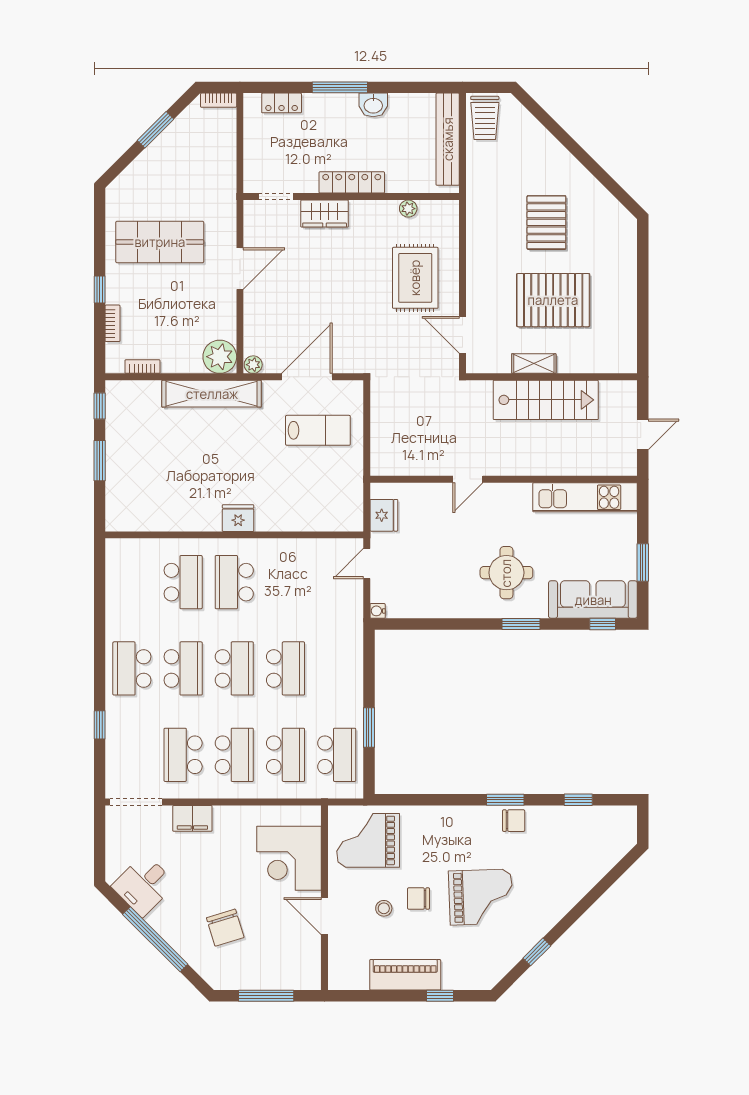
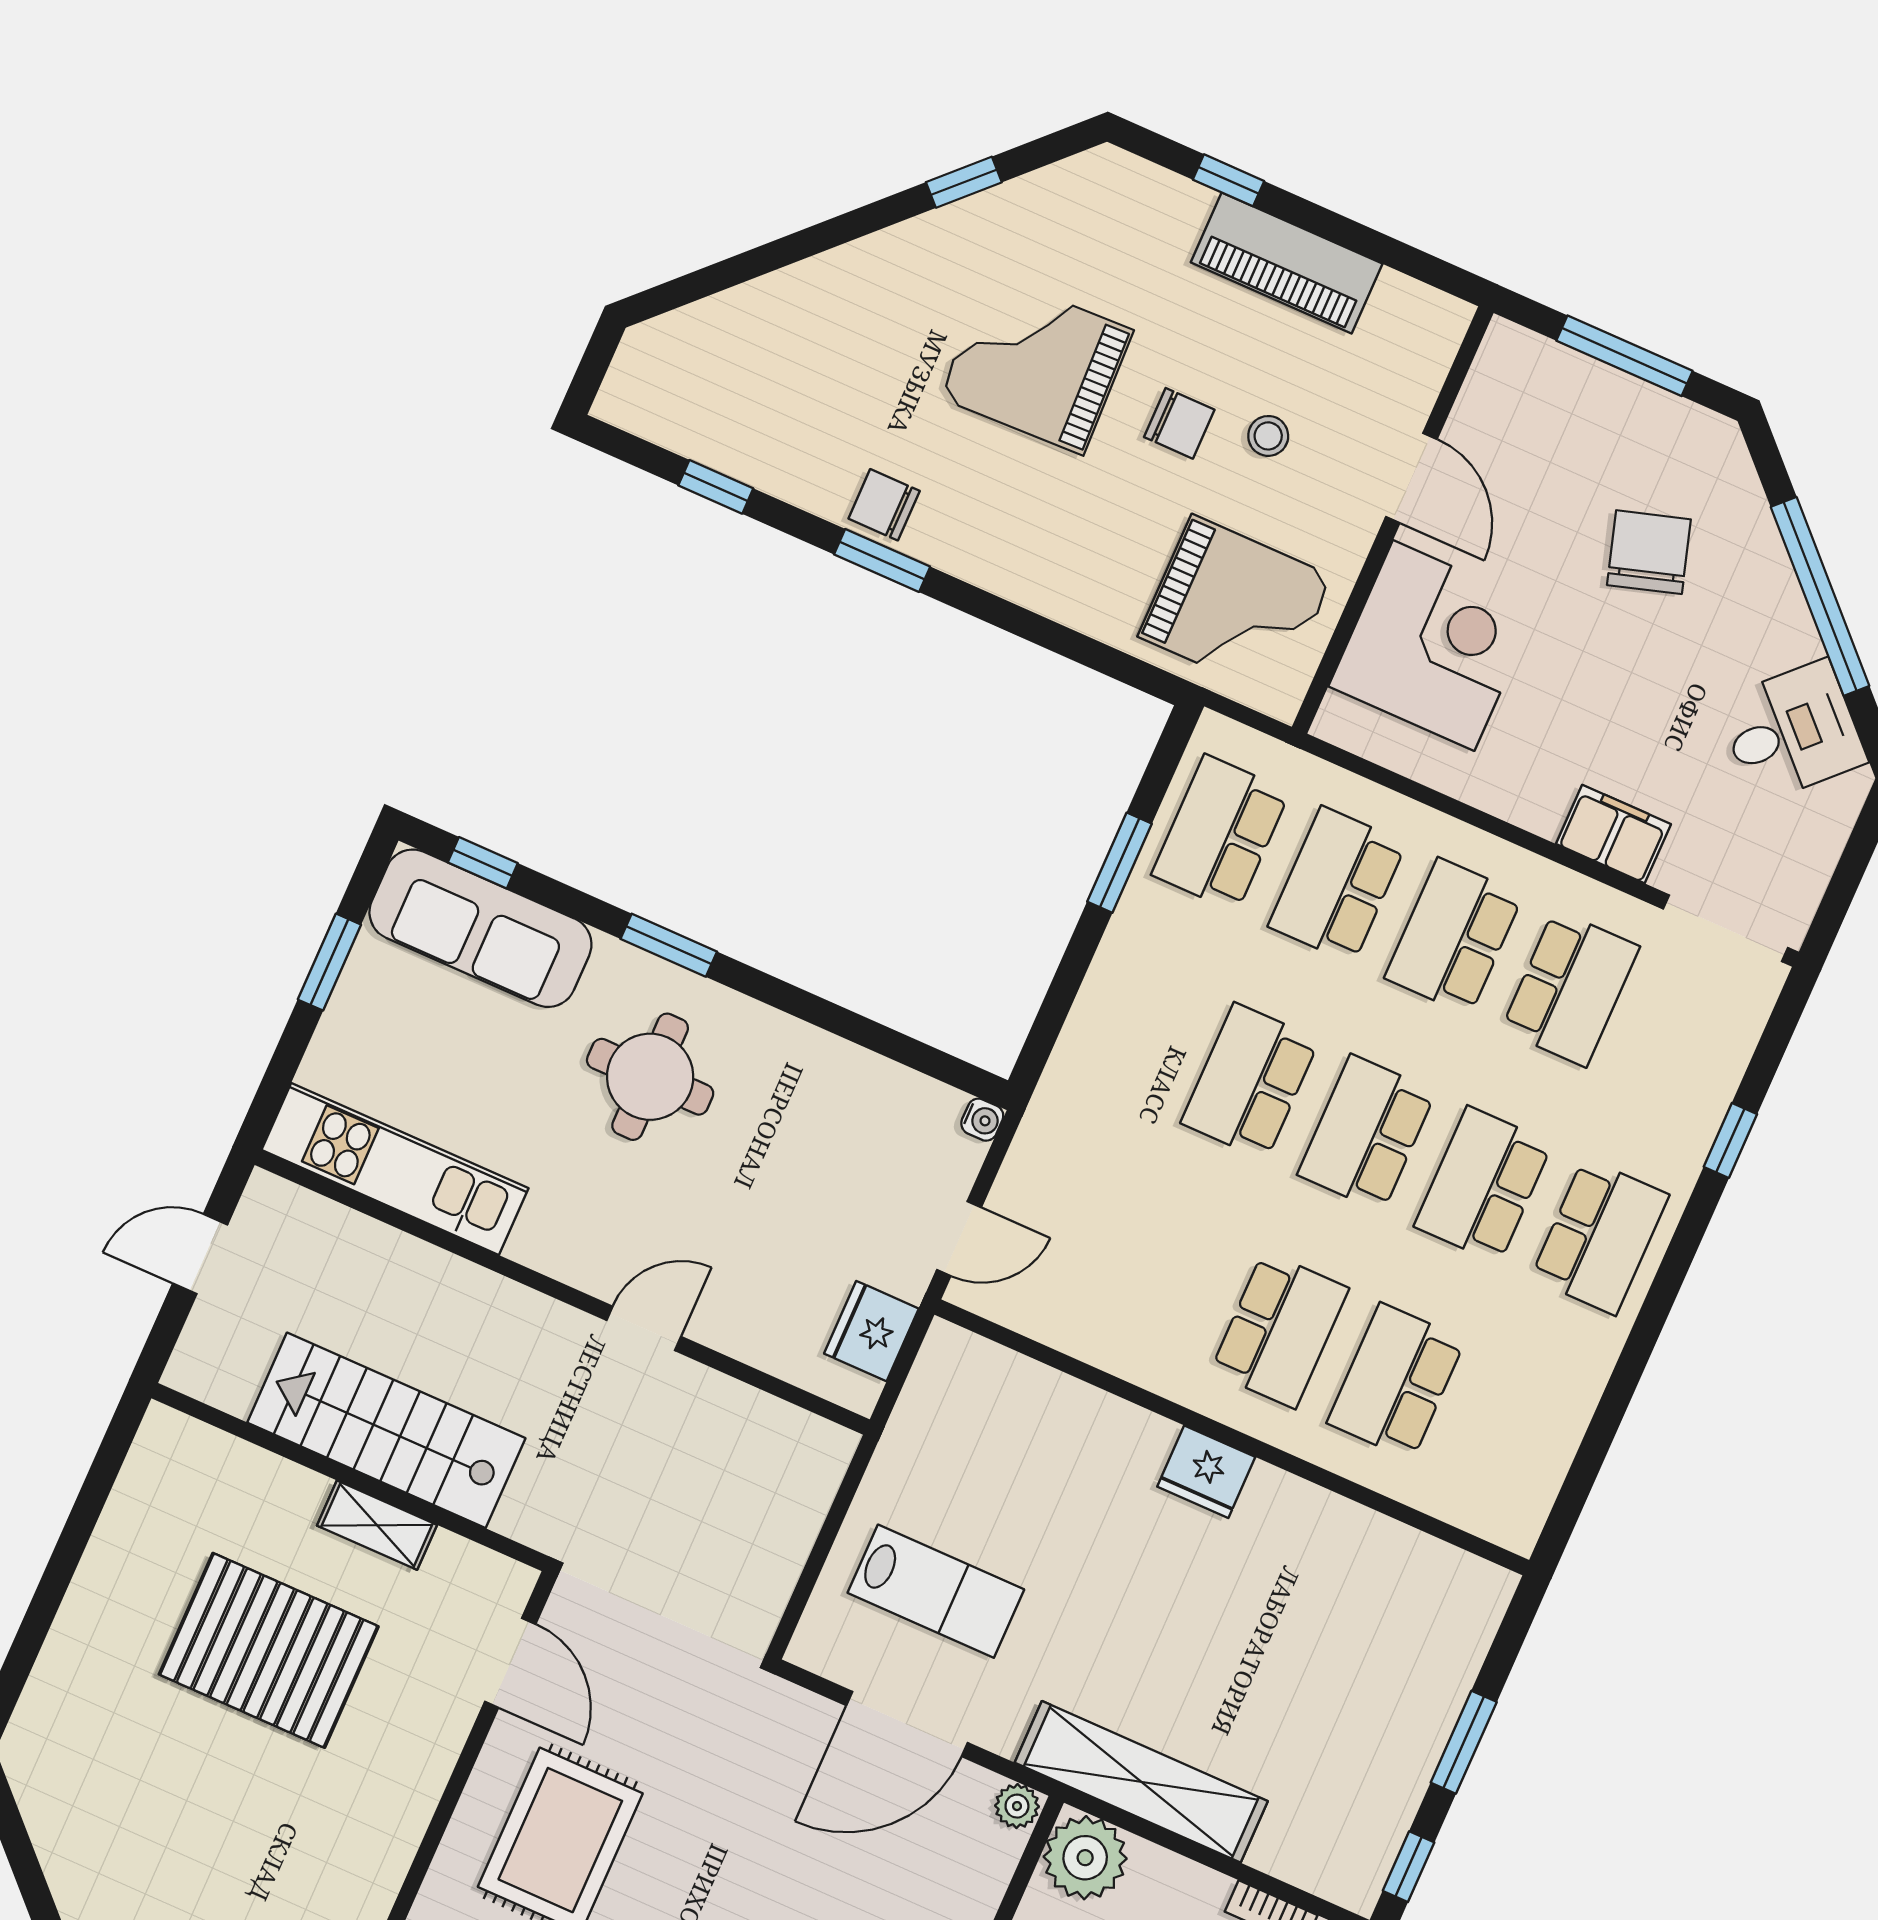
pallet: (546, 222) -> (206, 1834), removed
lab bench: (318, 430) -> (936, 1591), turned 180

